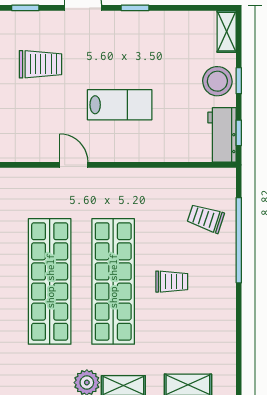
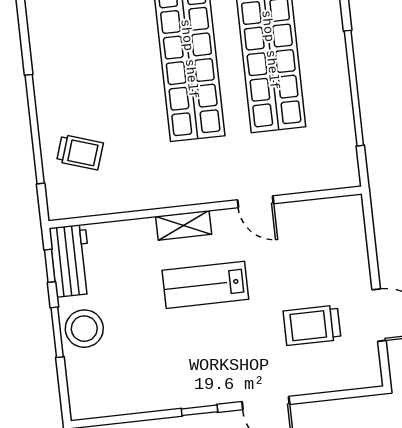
window: (25, 8) -> (339, 395), removed
shelving: (227, 32) -> (184, 225), moved, turned 90
window: (239, 81) -> (57, 332), width x1.50
trolley: (172, 282) -> (114, 67), removed

